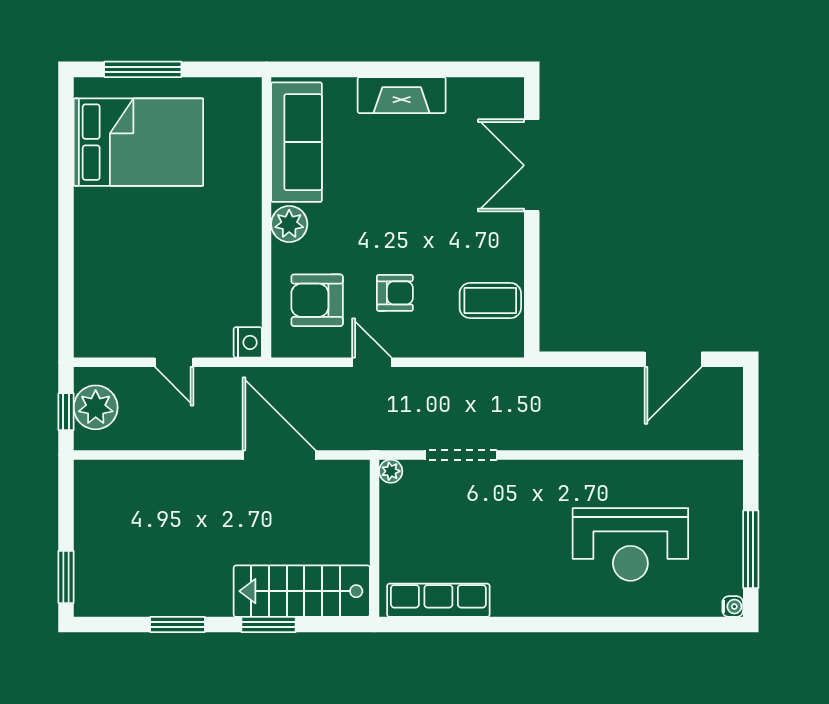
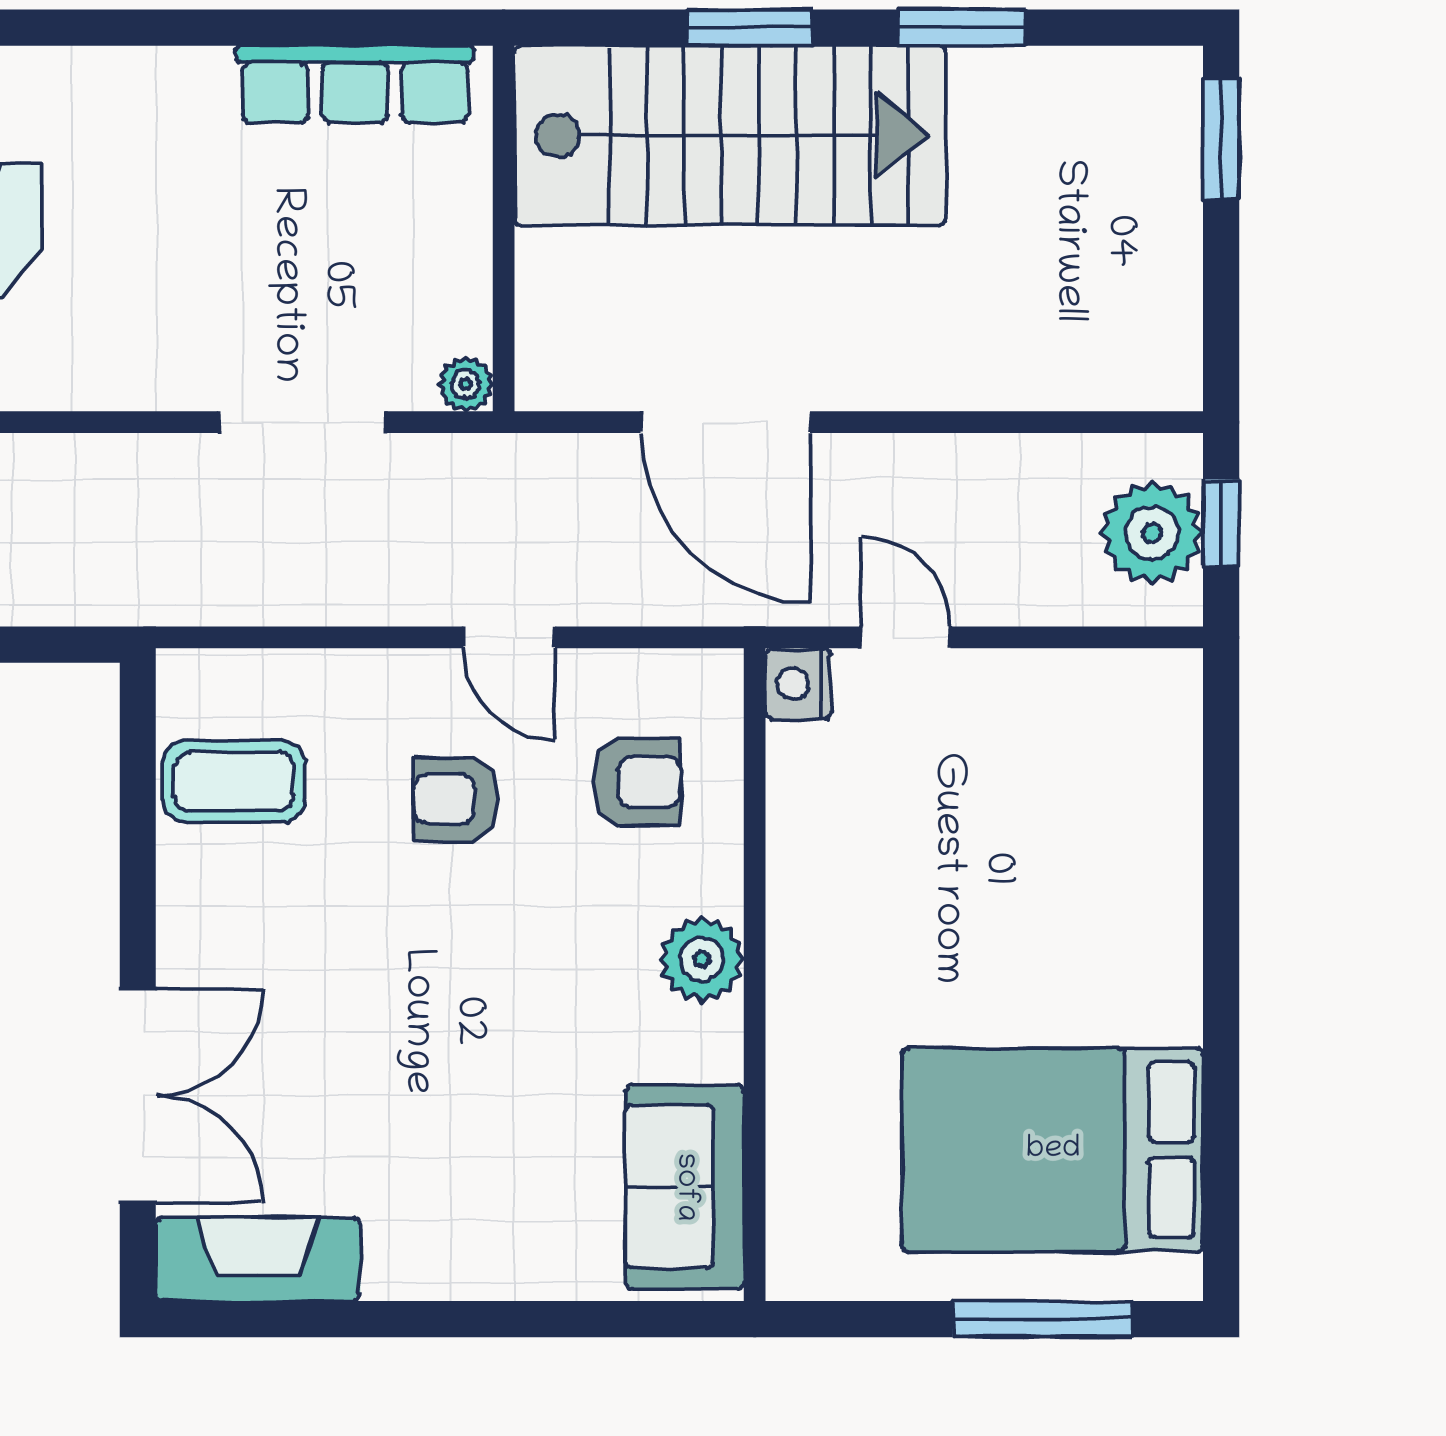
fireplace: (402, 95) -> (258, 1259), moved
sofa: (297, 142) -> (685, 1187), width x0.73
armchair: (317, 300) -> (637, 782), width x0.72, depth x0.72
door: (174, 362) -> (906, 637), moved
stairs: (302, 591) -> (730, 135), width x1.36, depth x1.51

